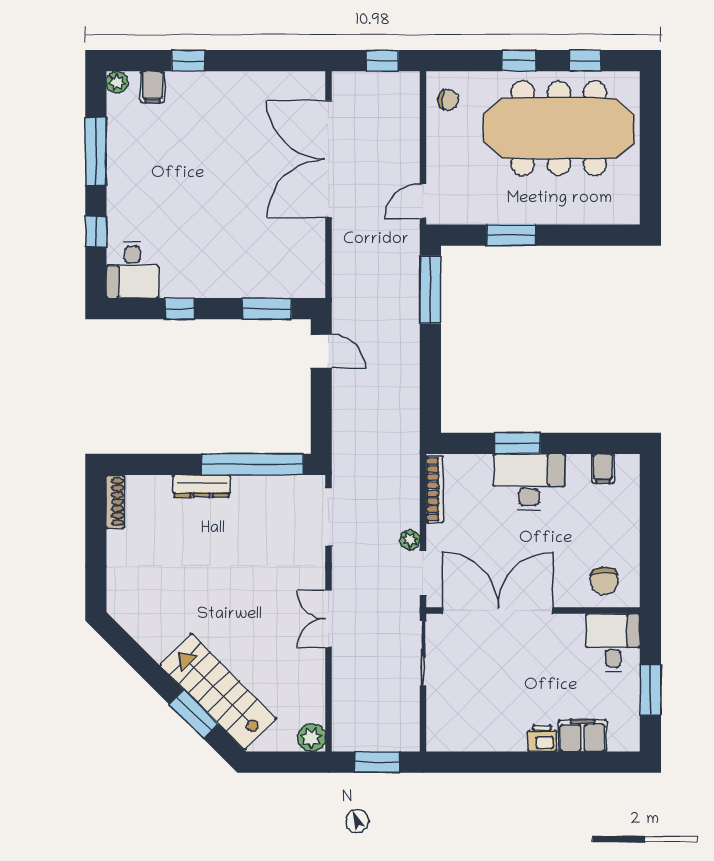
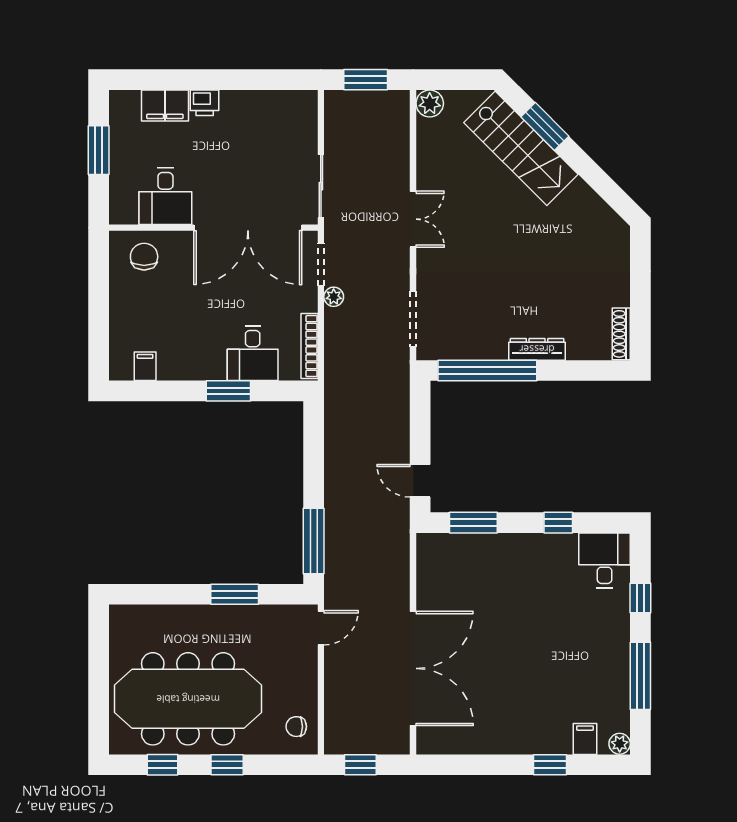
desk: (529, 482) -> (253, 353), moved, width x0.73
desk: (613, 643) -> (165, 196), moved

